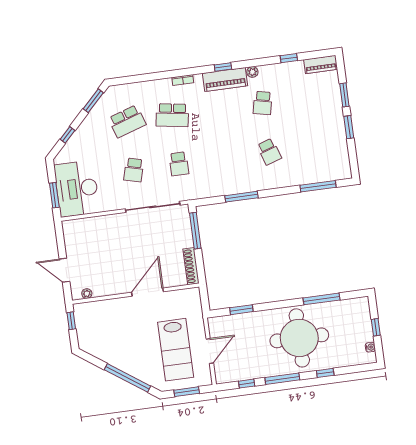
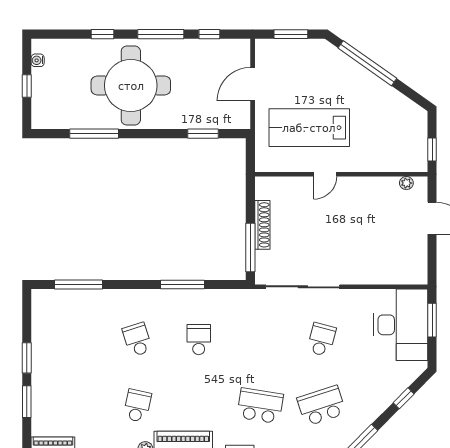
school desk: (179, 164) -> (199, 340), moved
shoe rack: (191, 266) -> (262, 225), moved
door: (147, 292) -> (325, 174), width x0.53
lab bench: (176, 350) -> (309, 128), moved, turned -90

